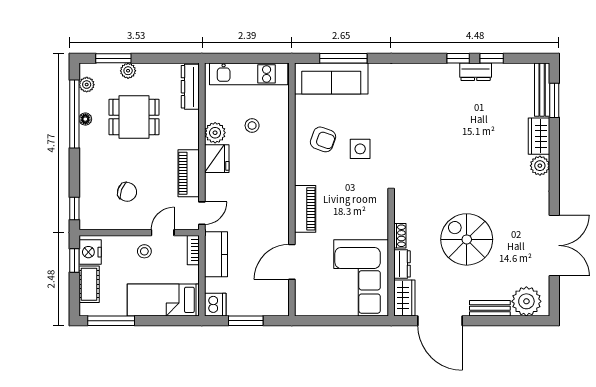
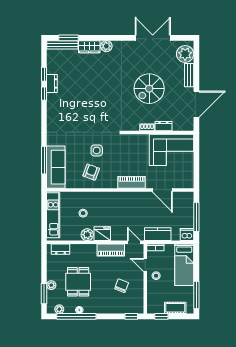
dresser: (190, 87) -> (61, 249), width x0.70
nightstand: (90, 252) -> (157, 307), removed
wardrobe: (404, 298) -> (183, 125), removed
window: (246, 321) -> (196, 217), width x1.44

